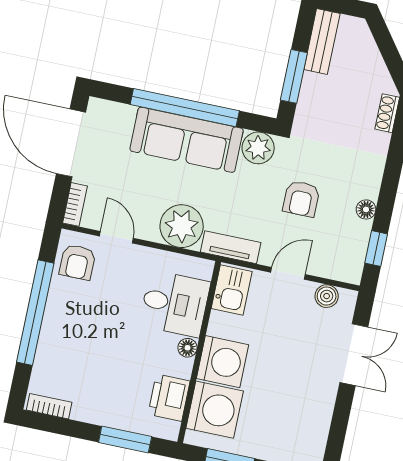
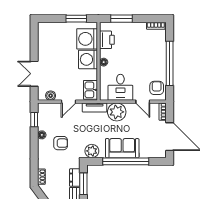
dresser: (311, 95) -> (75, 178), added
sofa: (187, 140) -> (122, 148), width x0.73
armchair: (301, 199) -> (61, 143), moved, turned 90
desk: (175, 304) -> (120, 87), moved, turned -90

